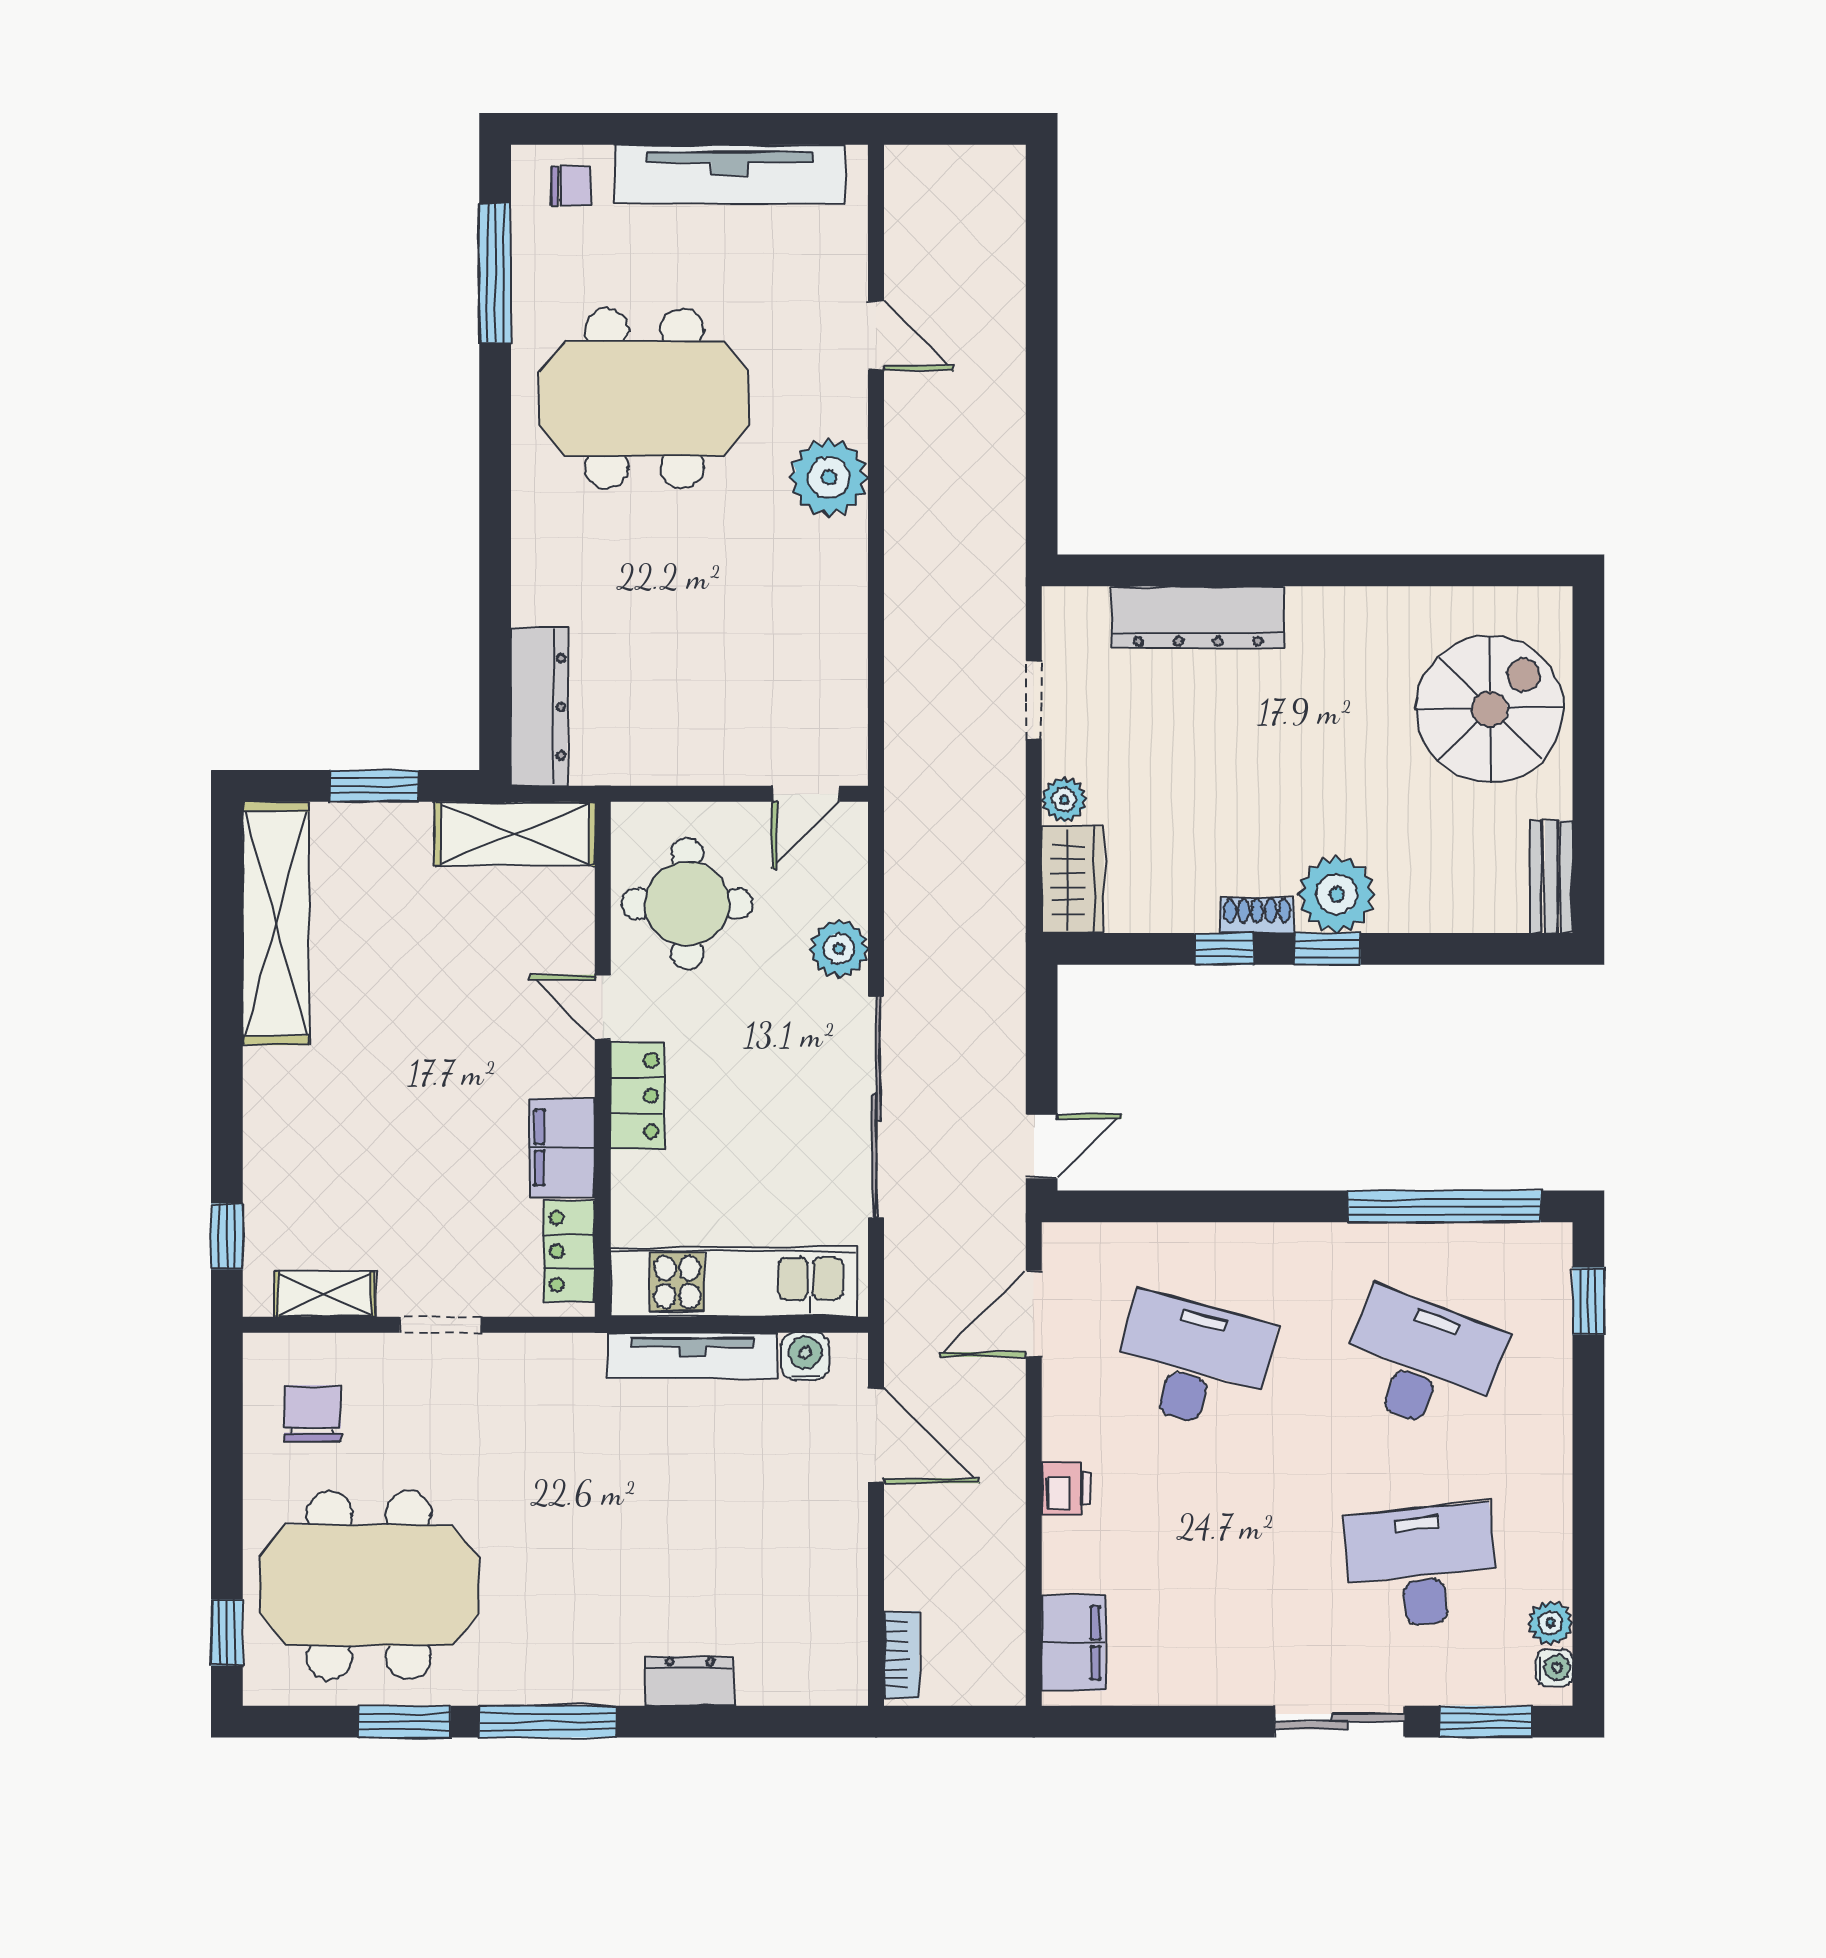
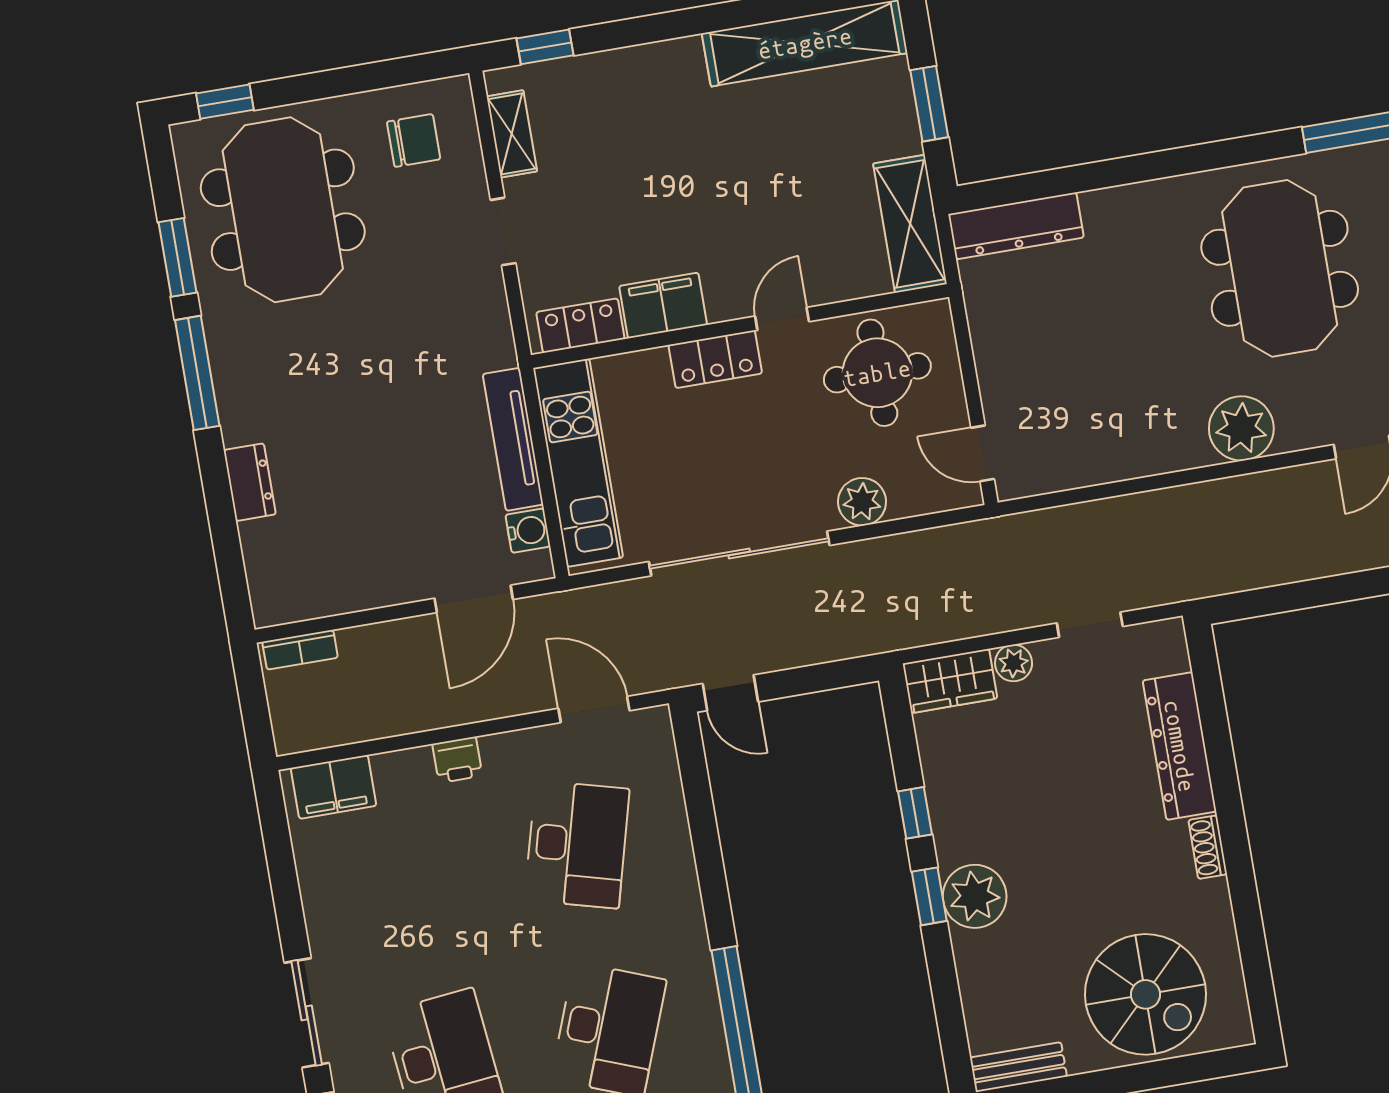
shoe rack: (1257, 915) -> (1208, 847), moved, turned 180

